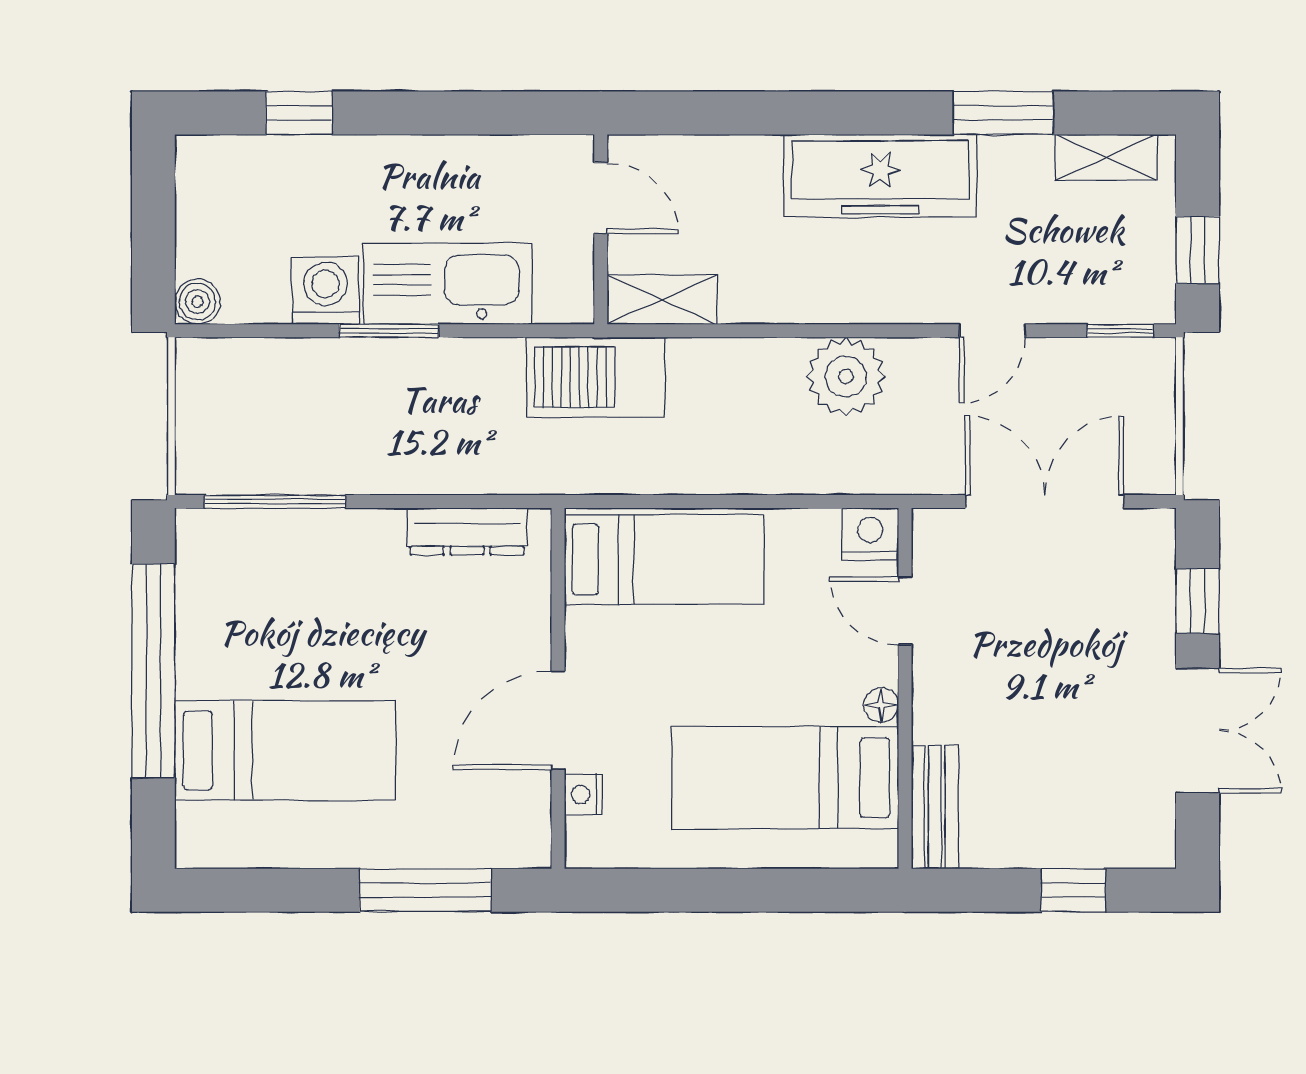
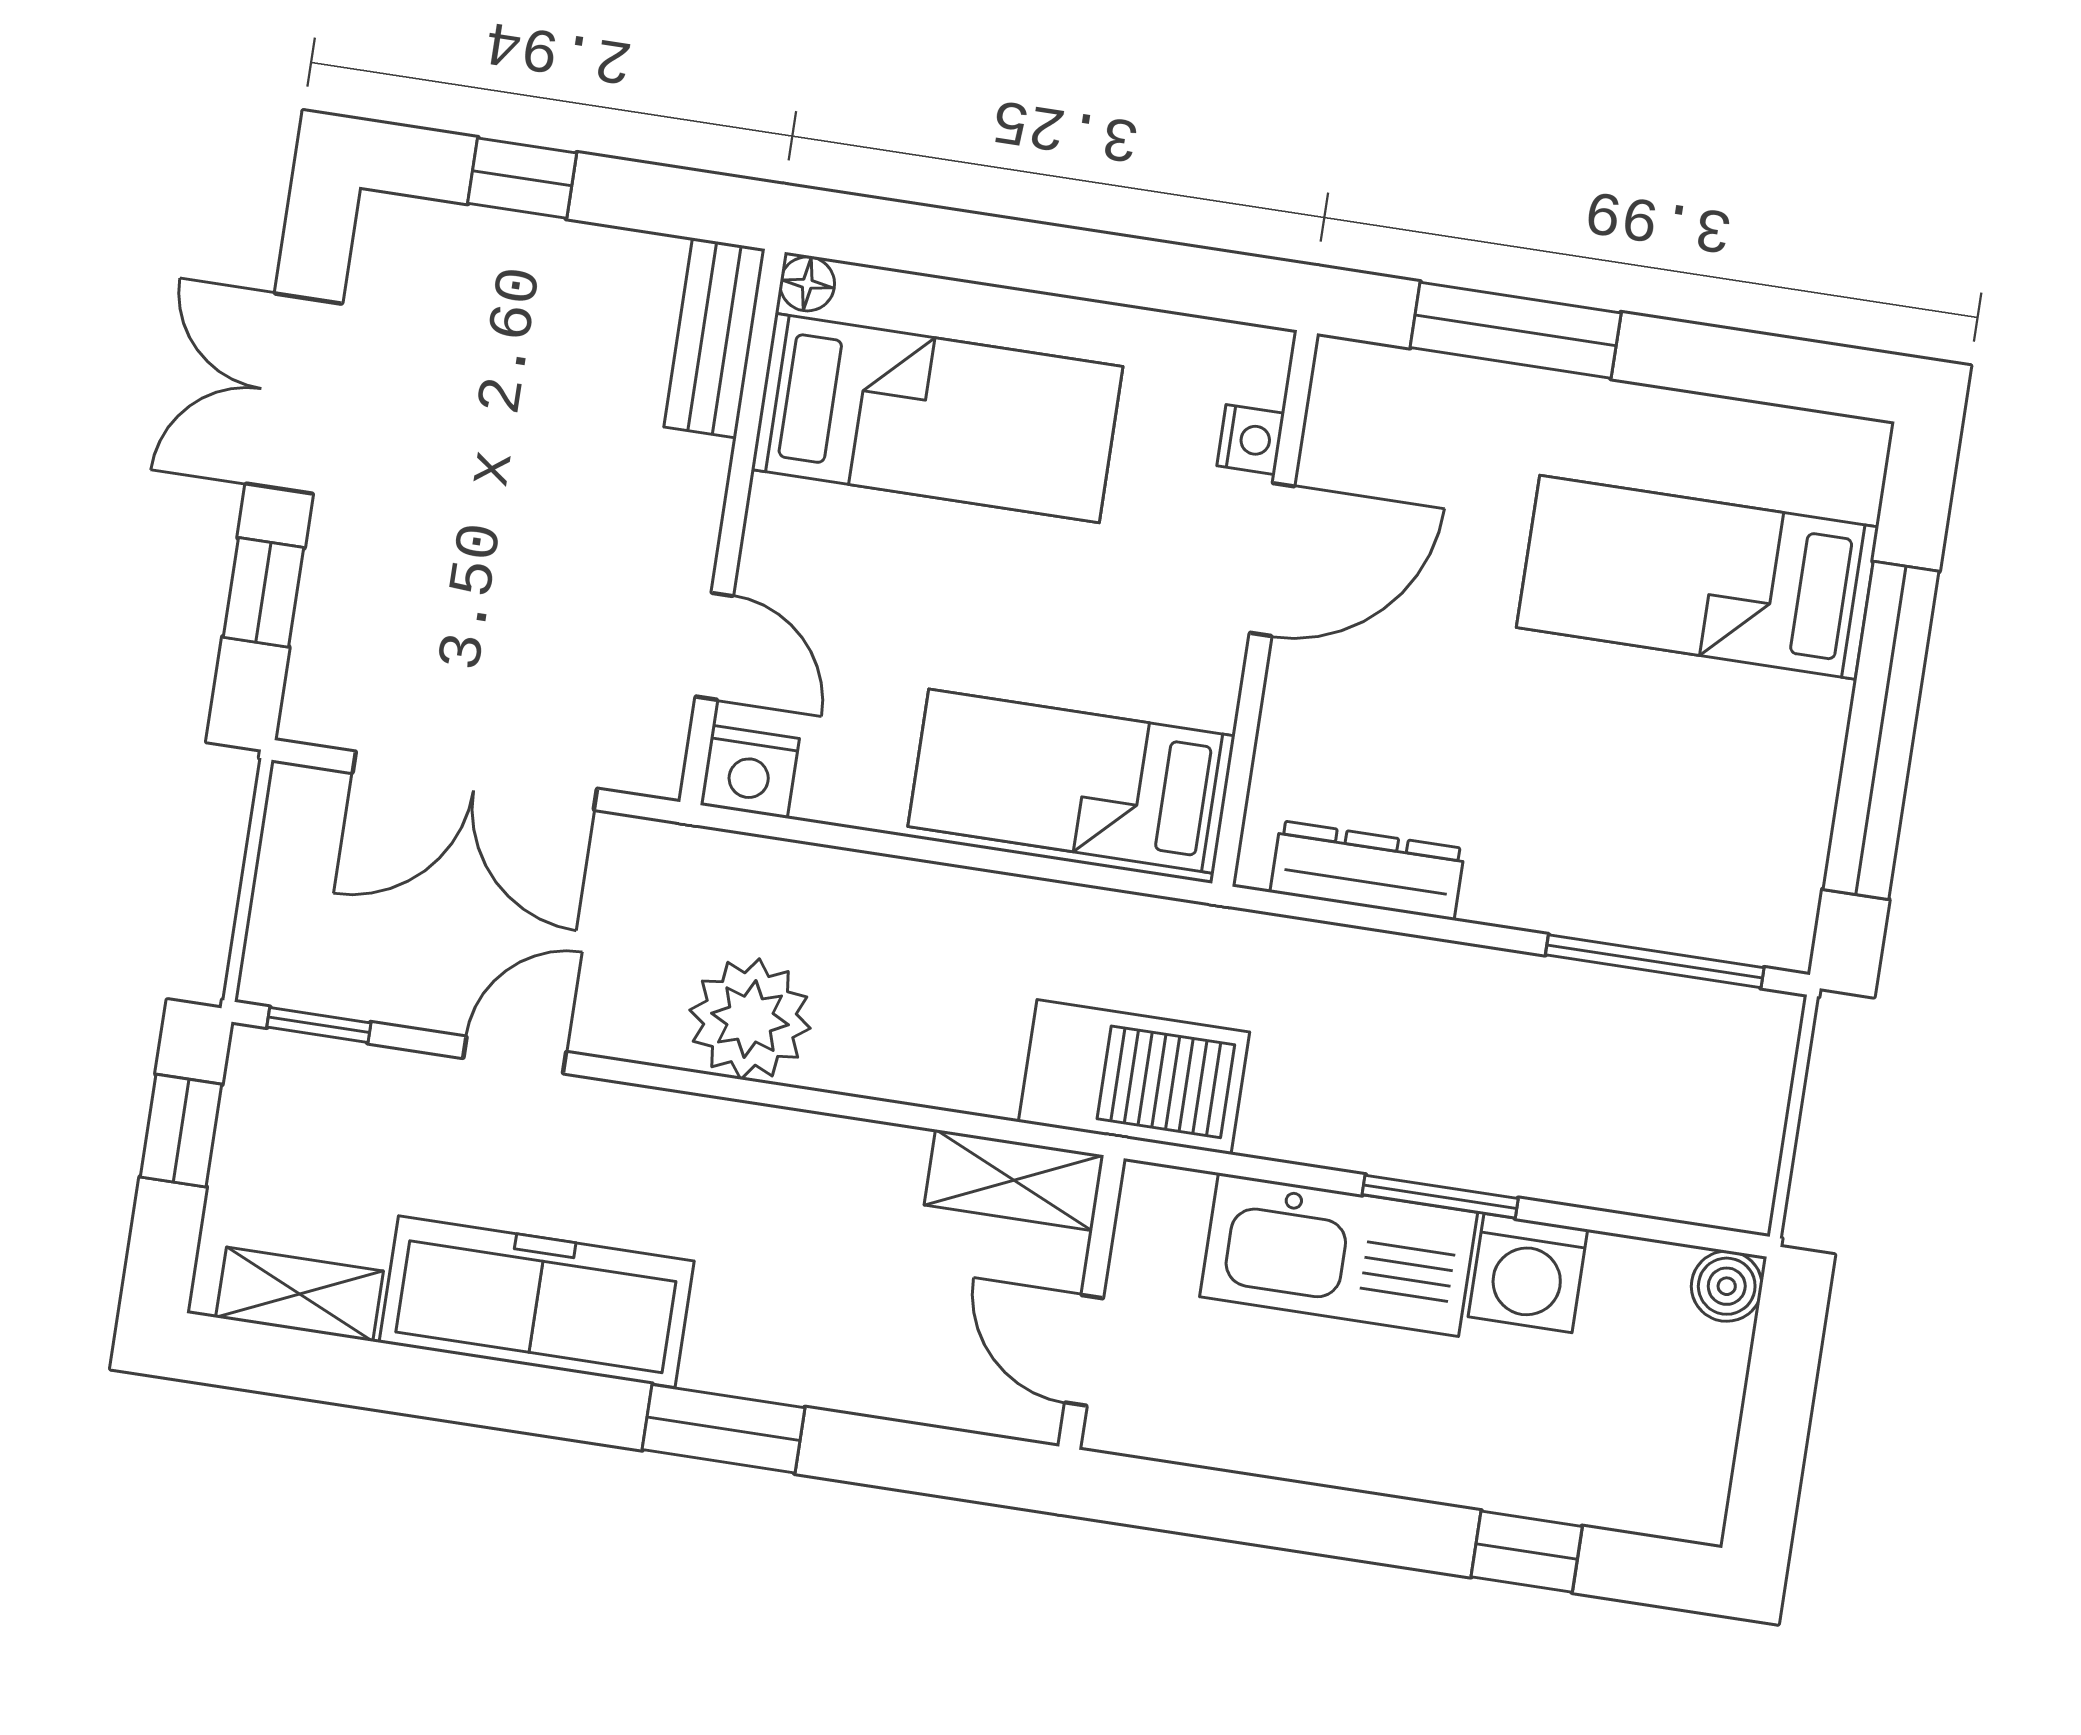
window: (1003, 113) -> (723, 1429), moved
freezer: (880, 176) -> (537, 1302), moved
floor lamp: (881, 705) -> (807, 284), moved

